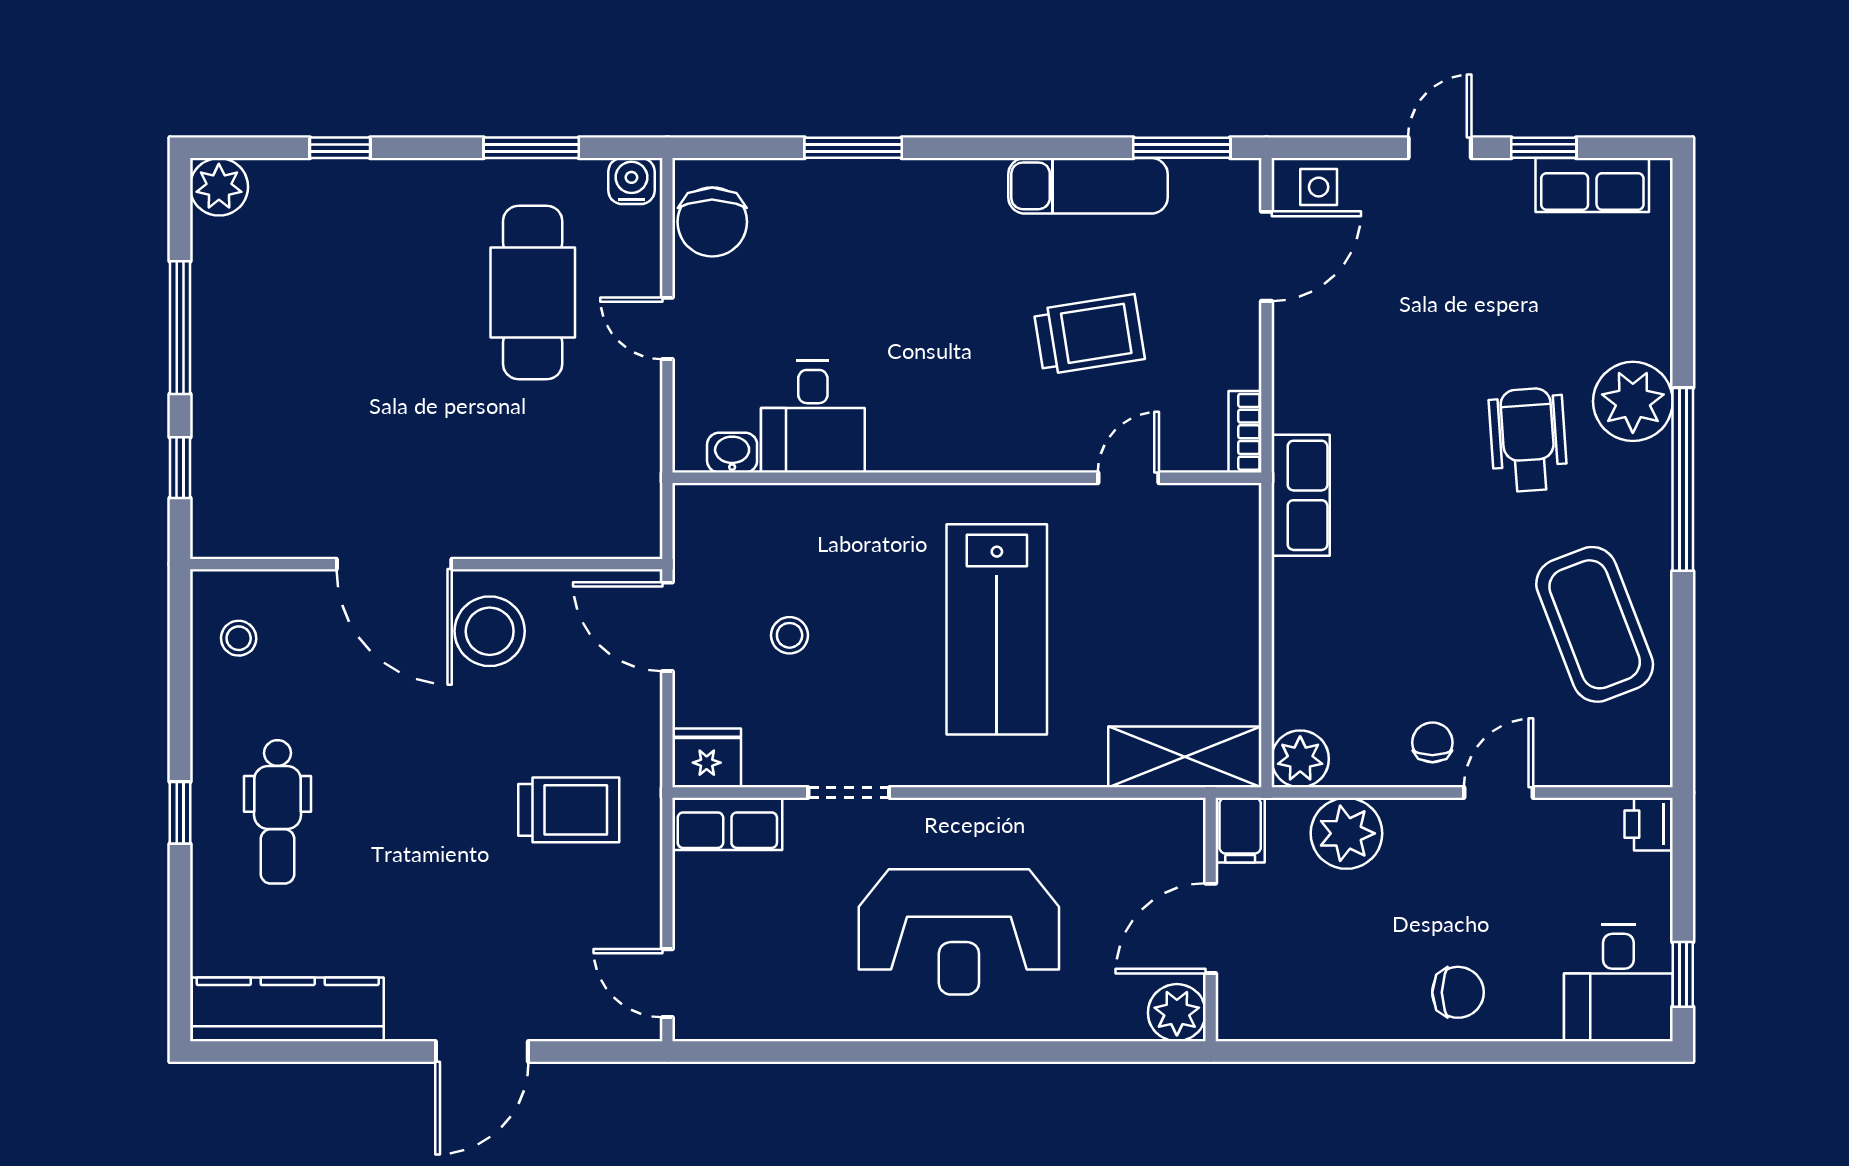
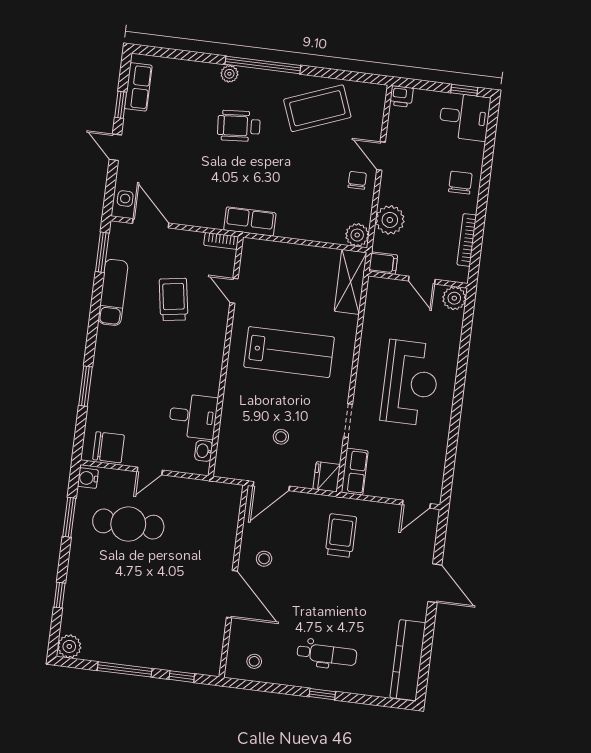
plant: (1633, 401) -> (229, 74), width x0.53, depth x0.53
door: (394, 564) -> (232, 594), hinge flipped
stool: (490, 631) -> (264, 559), width x0.53, depth x0.53
chair: (1432, 742) -> (357, 180), turned 90
door: (1211, 928) -> (422, 280), width x0.73
bookcase: (1321, 1025) -> (467, 240), added

